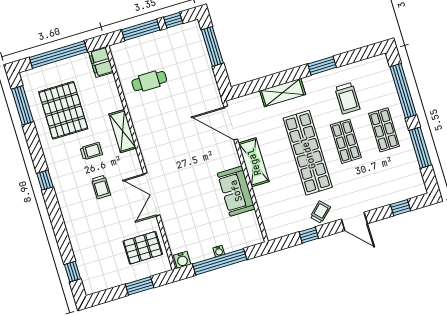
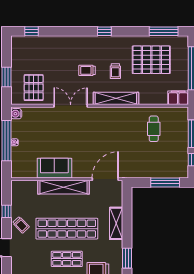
shelving: (123, 131) -> (116, 98), width x1.47
shelving: (254, 162) -> (64, 187), width x1.47

